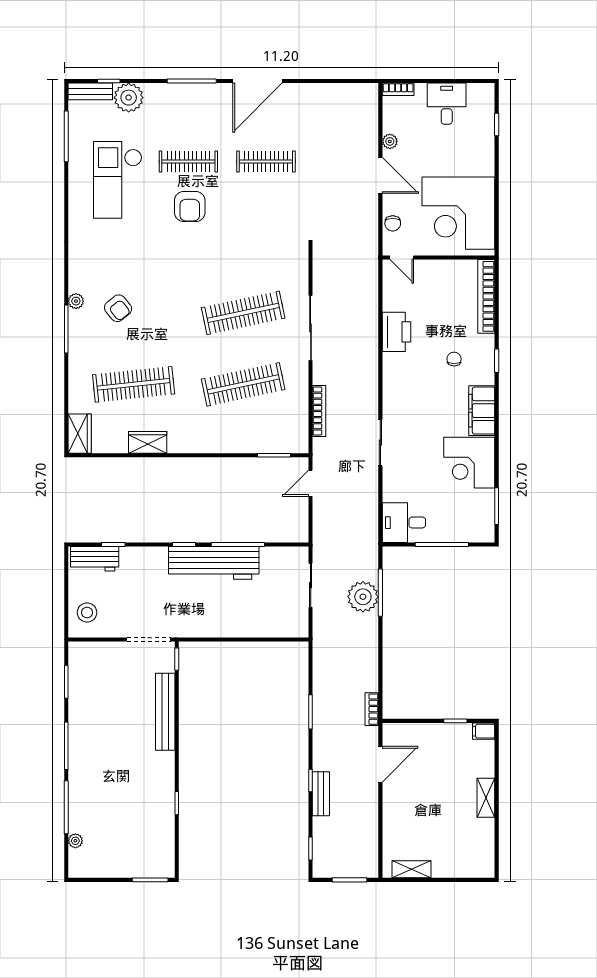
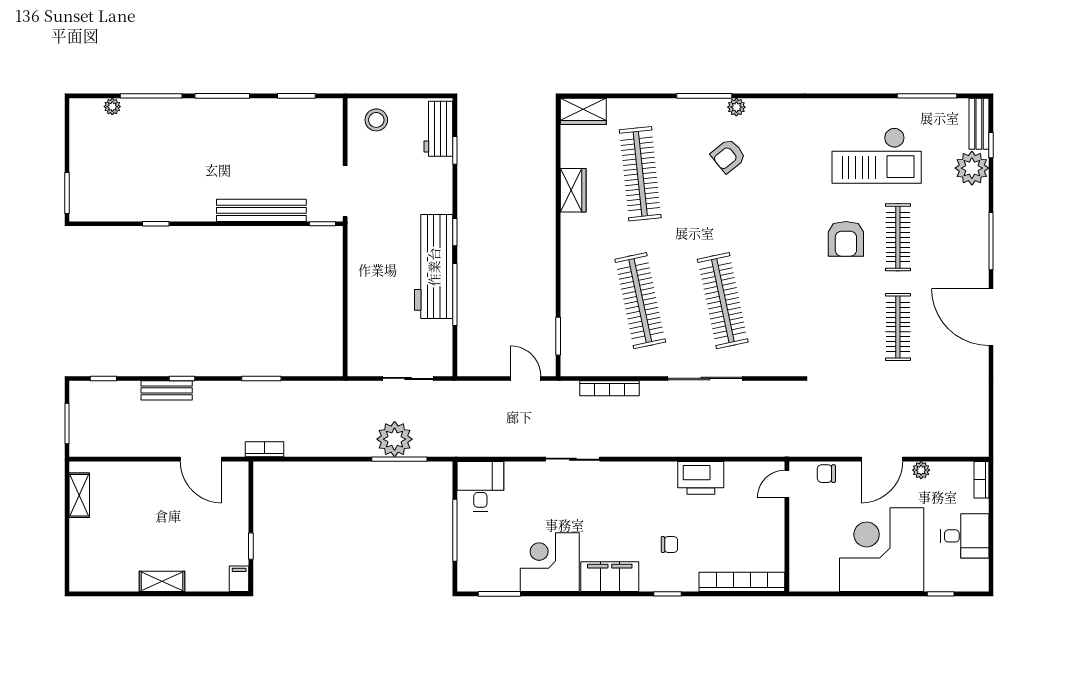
checkout: (118, 180) -> (877, 156), turned 180
armchair: (190, 207) -> (846, 239), turned -90
corner desk: (458, 213) -> (882, 550), moved

